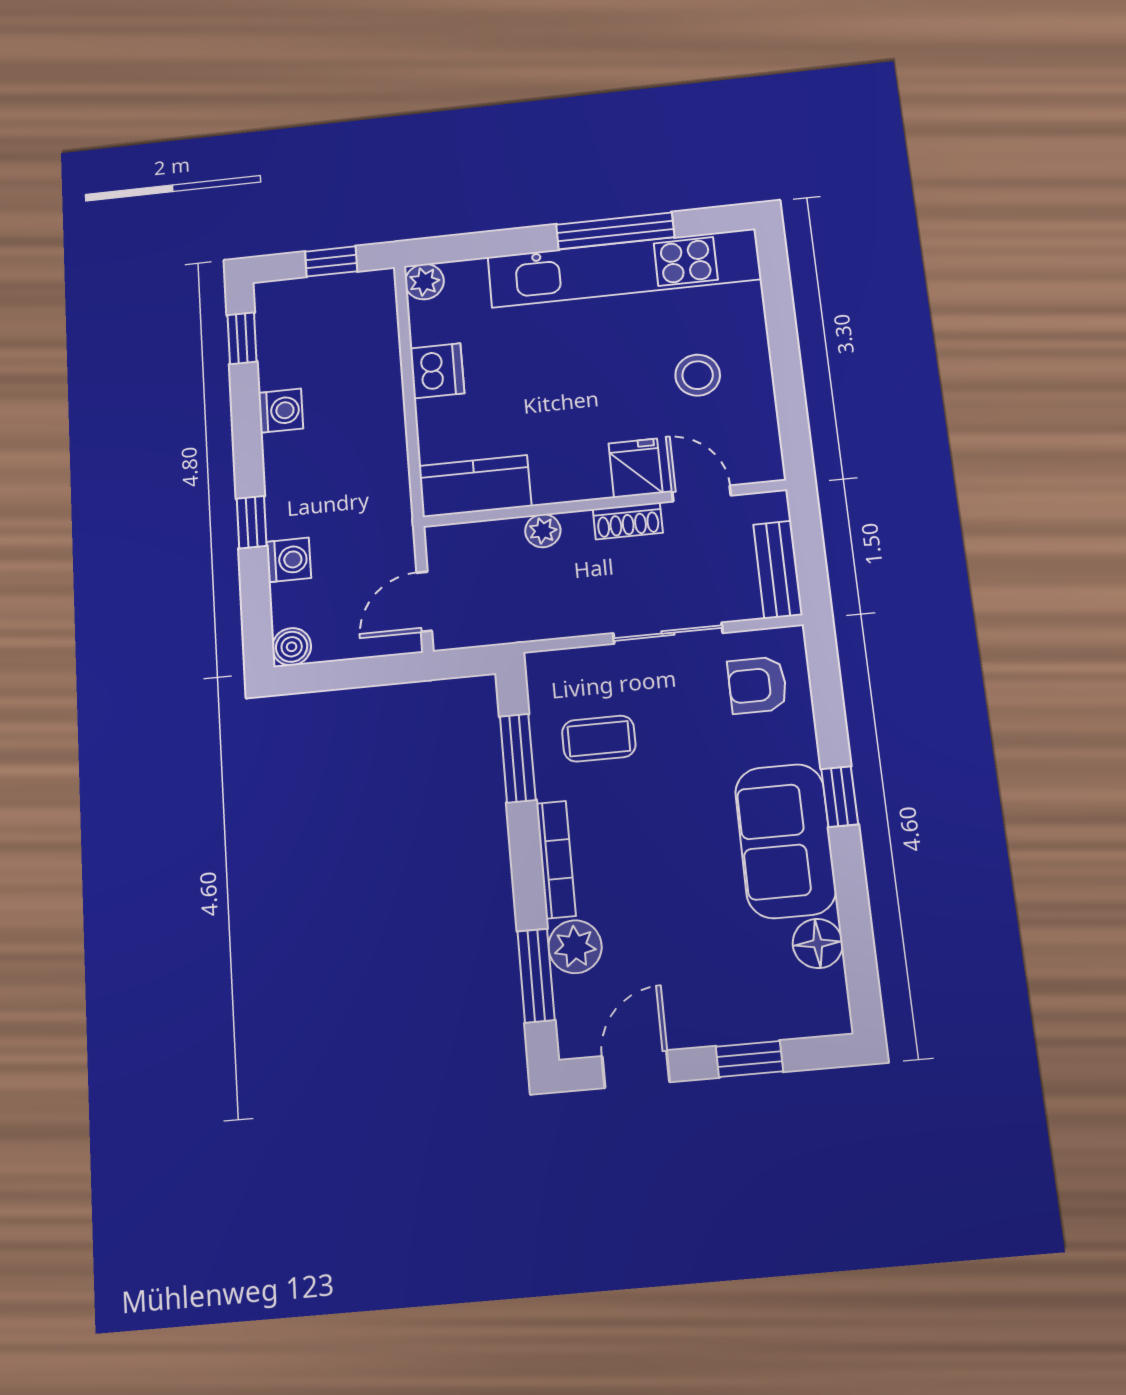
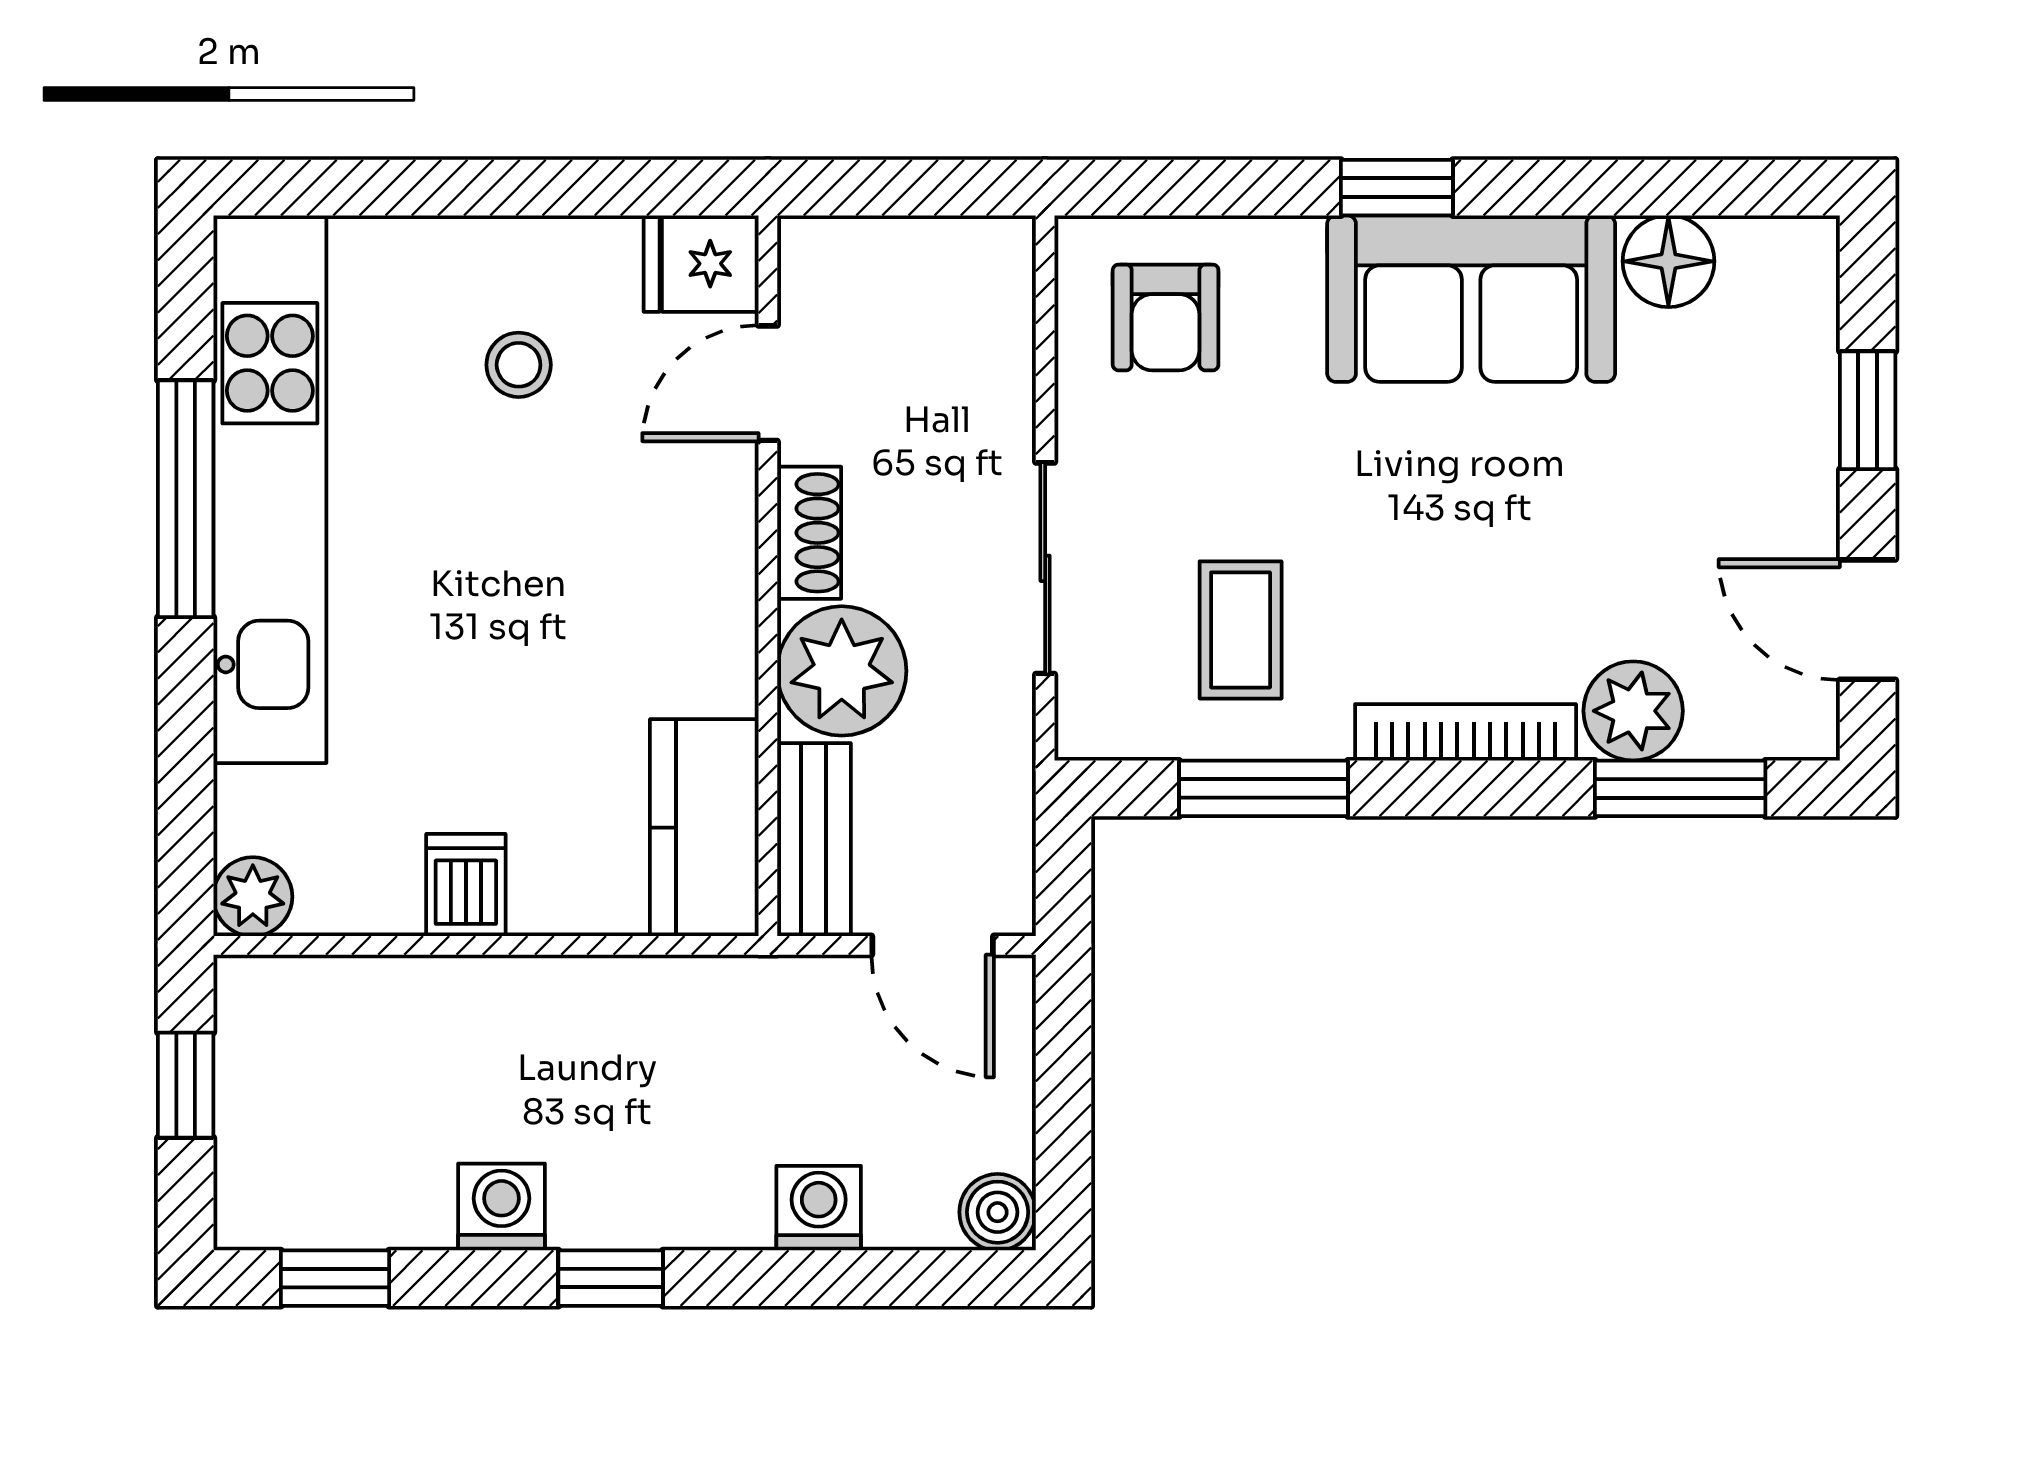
dishwasher: (437, 371) -> (466, 885), width x0.73
stool: (698, 375) -> (519, 365), width x0.73, depth x0.73
fridge: (636, 468) -> (701, 264), moved
window: (252, 522) -> (611, 1278), moved
plant: (543, 531) -> (842, 671), width x1.88, depth x1.88
bench: (778, 570) -> (814, 840), moved, turned 90
sliding door: (668, 633) -> (1045, 568), moved

